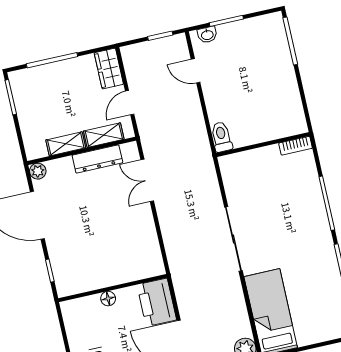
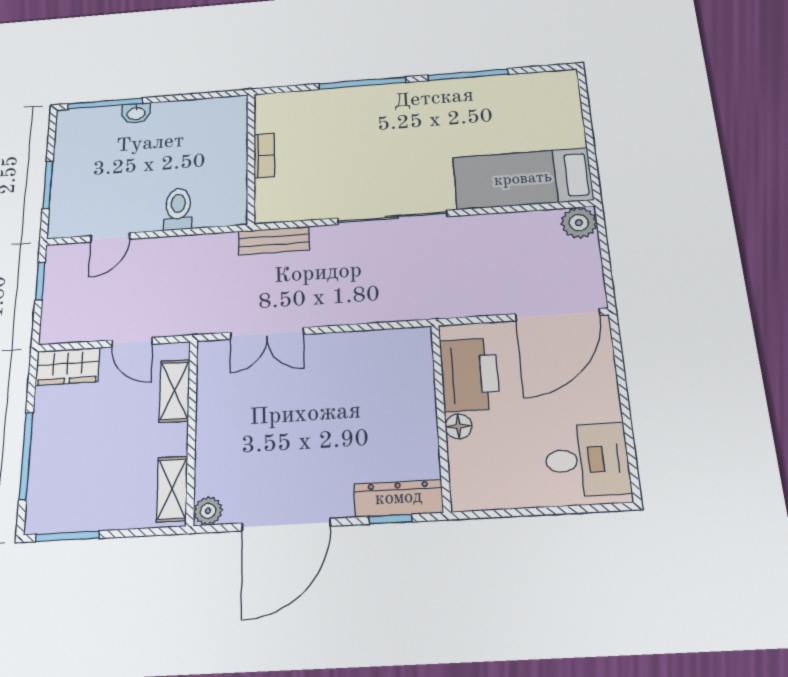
washbasin: (207, 35) -> (136, 113), moved, turned 90
toilet: (222, 137) -> (178, 209), moved, turned 90
shelving: (66, 144) -> (172, 489), moved
bookcase: (296, 146) -> (264, 155), moved
dresser: (97, 159) -> (398, 498), moved, turned -90
bench: (208, 171) -> (274, 241), added
printer: (157, 302) -> (469, 374), moved, turned -90

